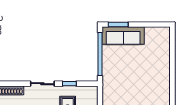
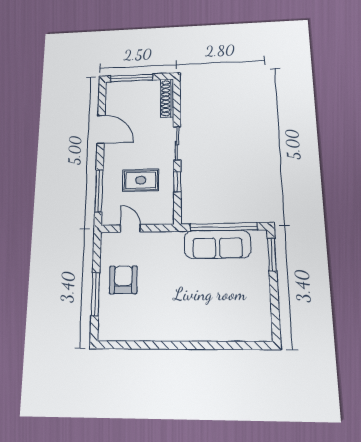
sofa: (123, 36) -> (217, 244), moved, turned -90

